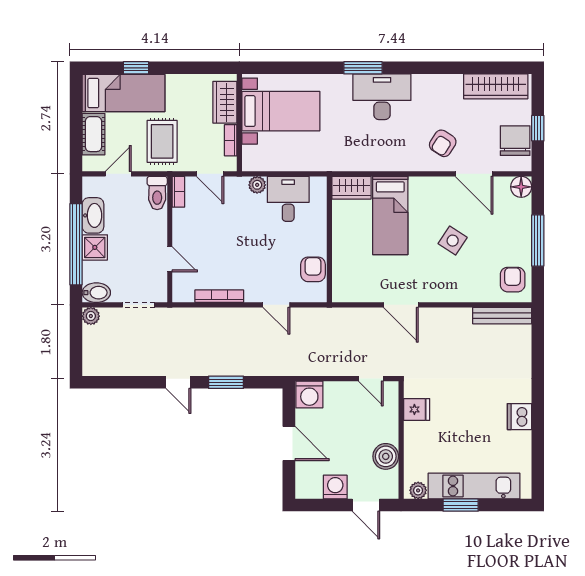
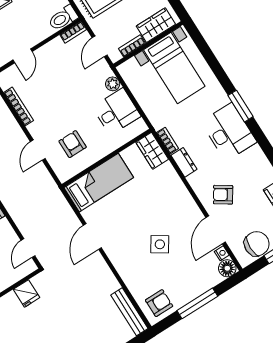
dresser: (384, 162) -> (184, 162), added
bookcase: (351, 165) -> (168, 141), added
nightstand: (502, 183) -> (222, 253), added
bed: (390, 215) -> (99, 183), moved, turned 180
armchair: (313, 269) -> (73, 144), moved, turned -90

